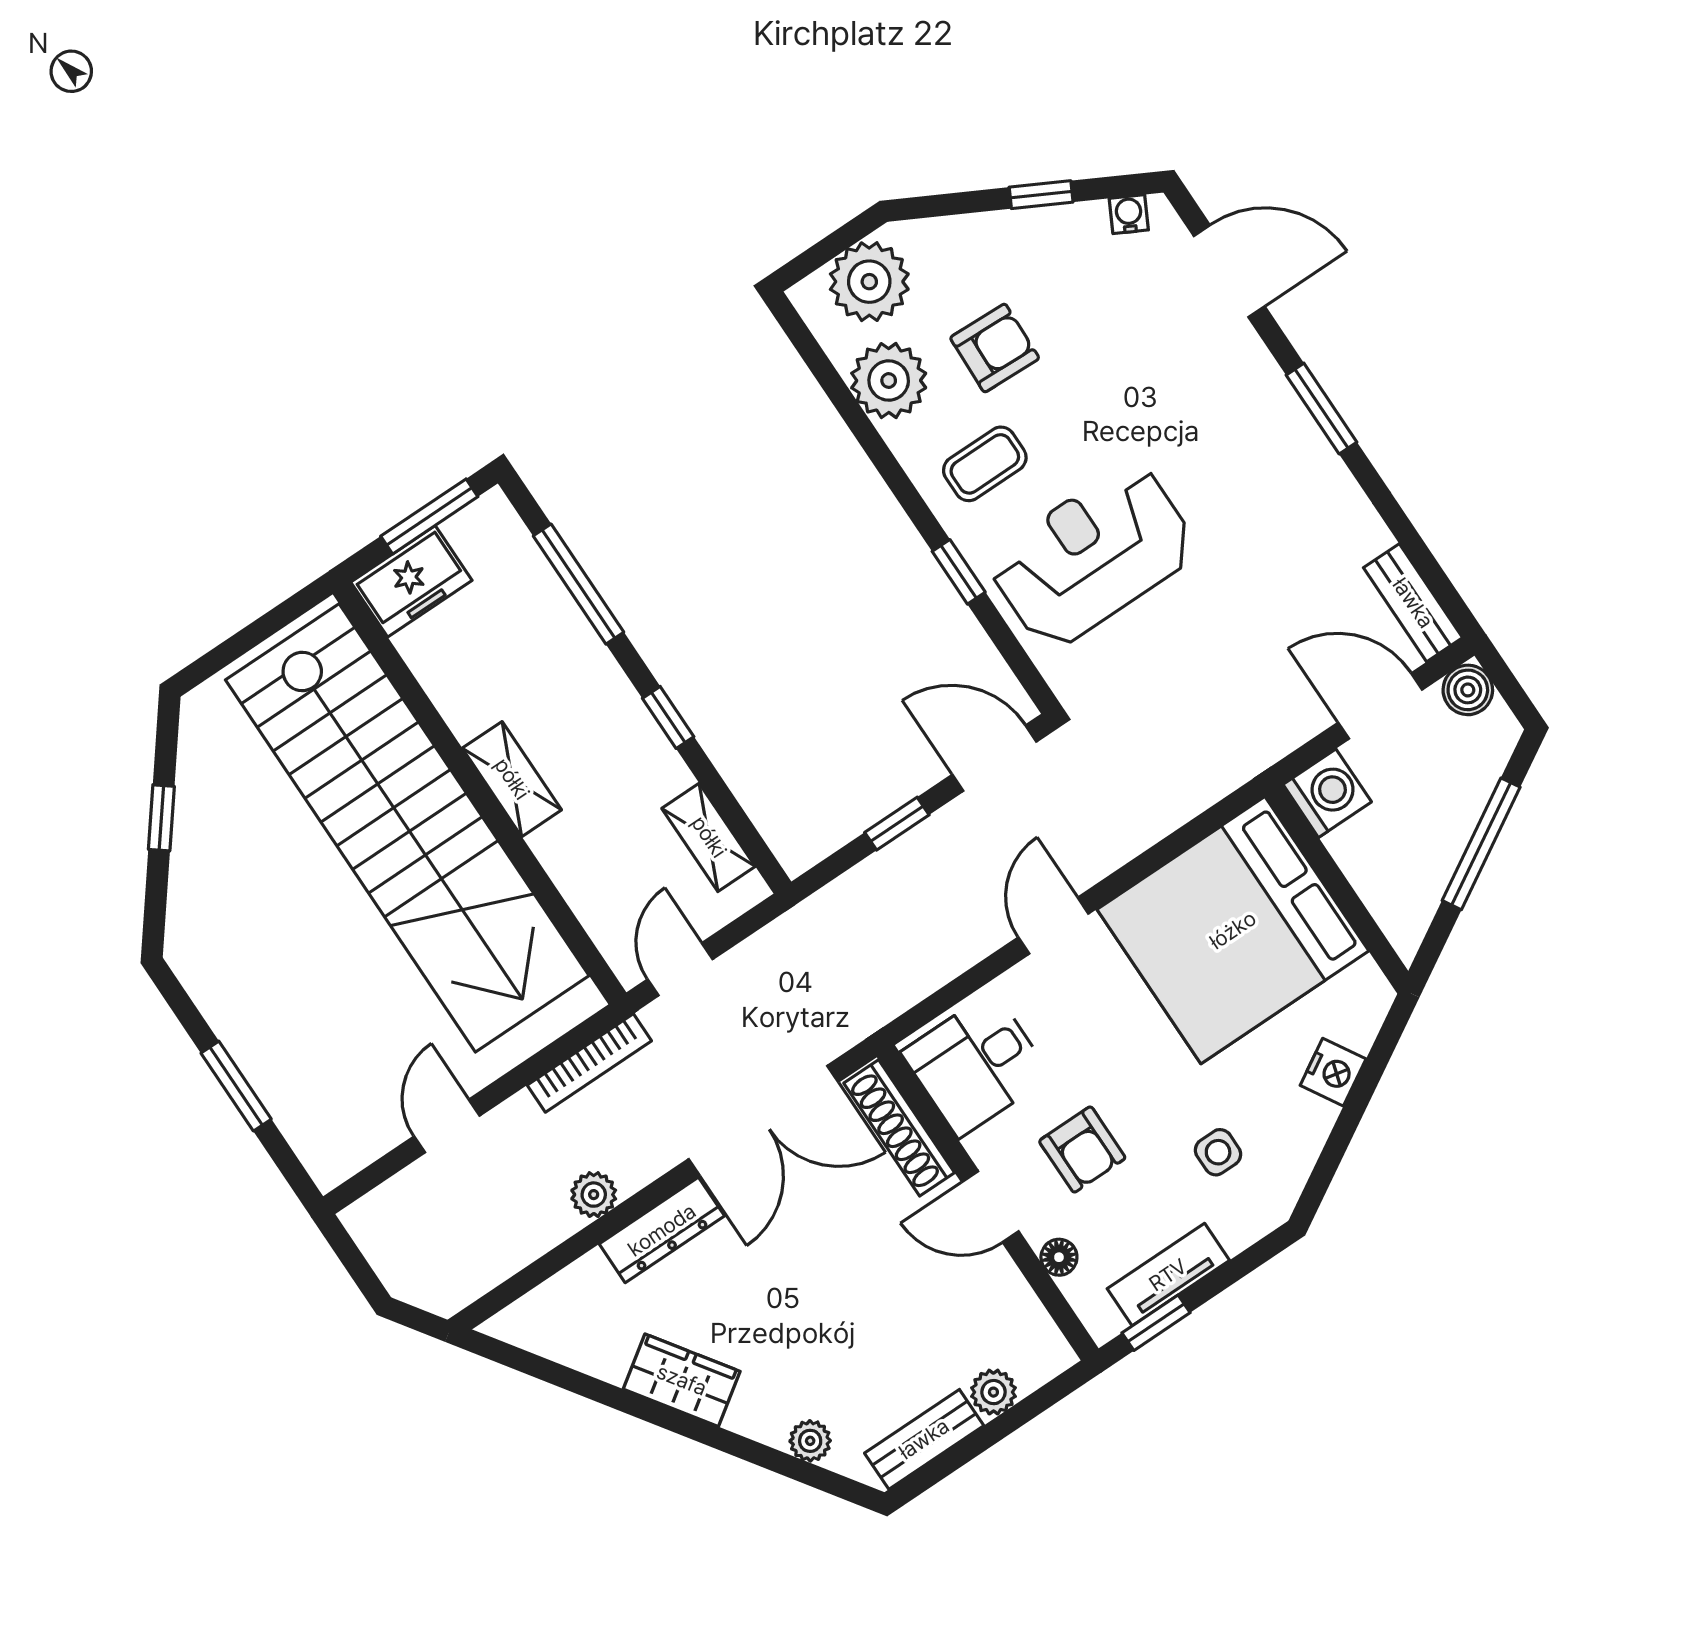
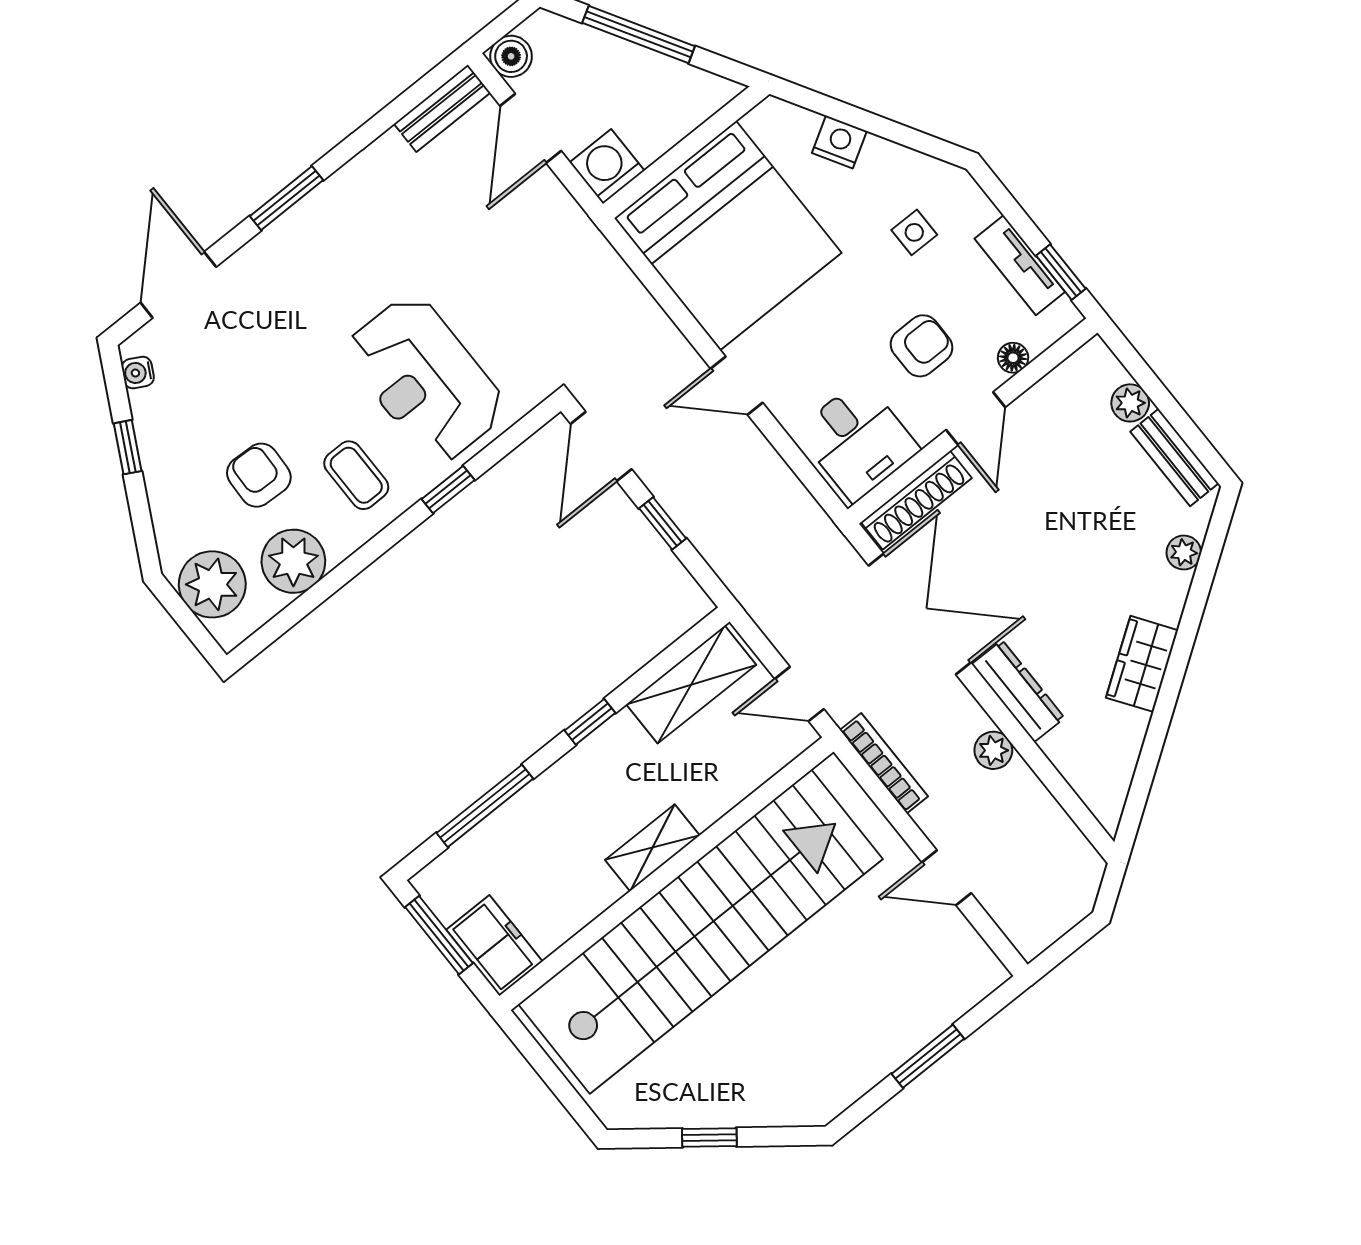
shelving: (709, 837) -> (691, 685), width x1.50, depth x1.33

